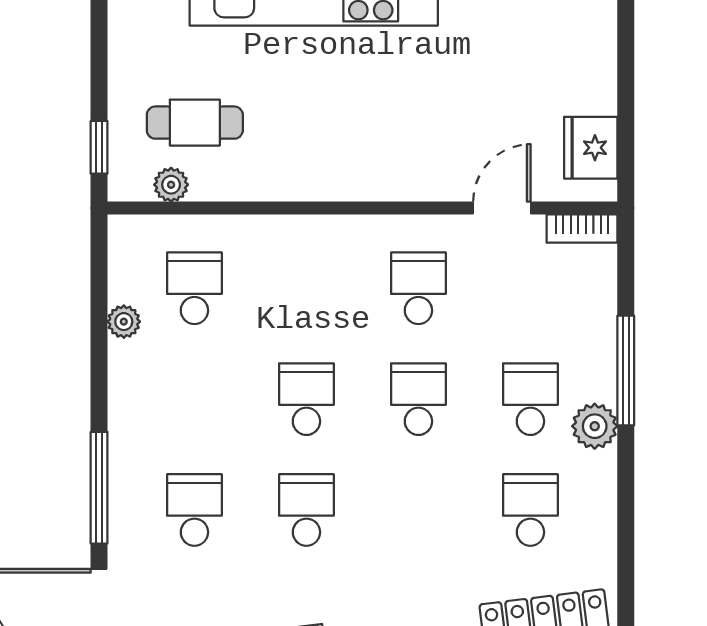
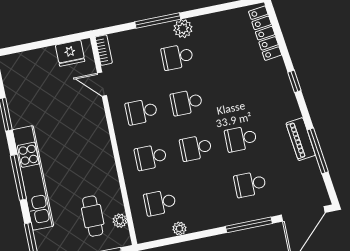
school desk: (530, 510) -> (151, 157), moved

